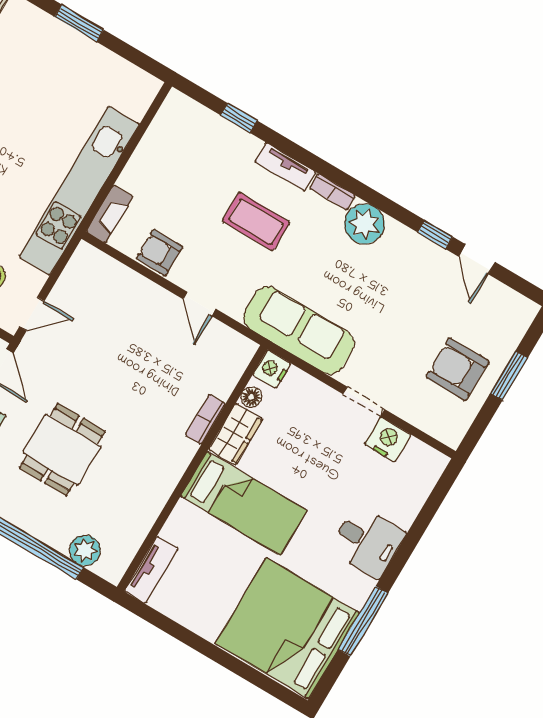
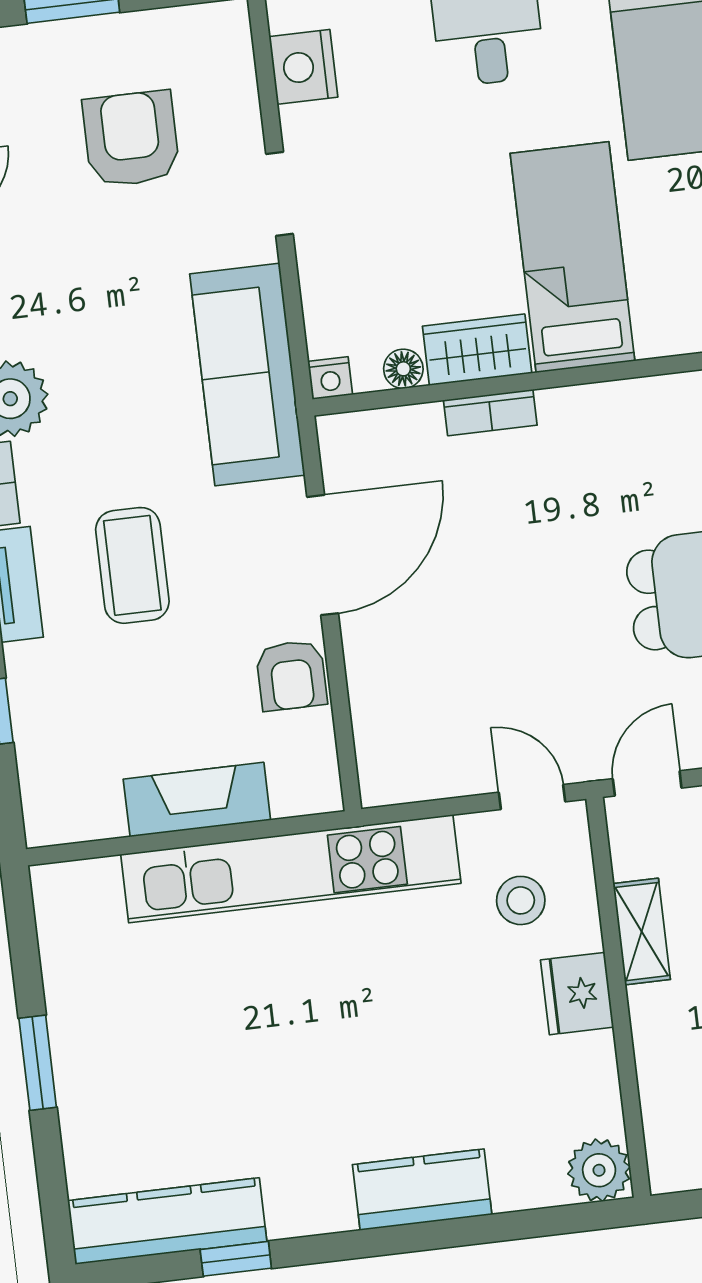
fireplace: (110, 214) -> (197, 800), moved, width x1.37, depth x1.32
door: (200, 304) -> (323, 555), width x1.88
nightstand: (272, 369) -> (330, 378), width x0.72, depth x0.74
armchair: (457, 369) -> (131, 139), moved, turned 180
nightstand: (388, 439) -> (303, 67), moved

